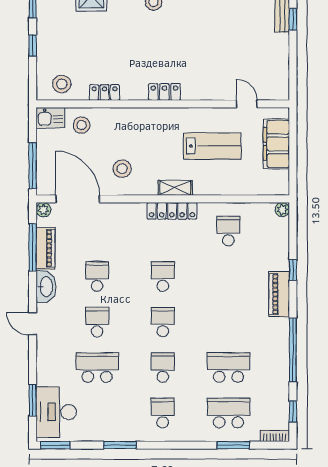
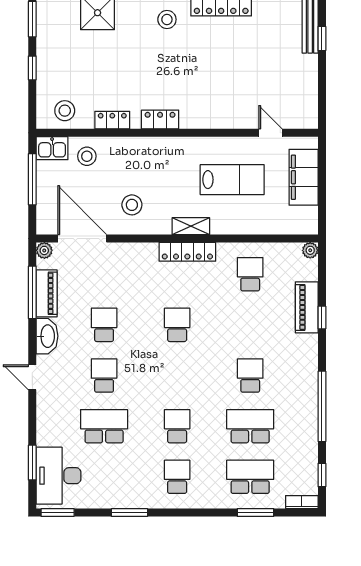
locker: (164, 92) -> (160, 119), moved
window: (33, 166) -> (32, 179), moved
piano: (279, 294) -> (307, 307), moved
school desk: (163, 322) -> (250, 376), moved

